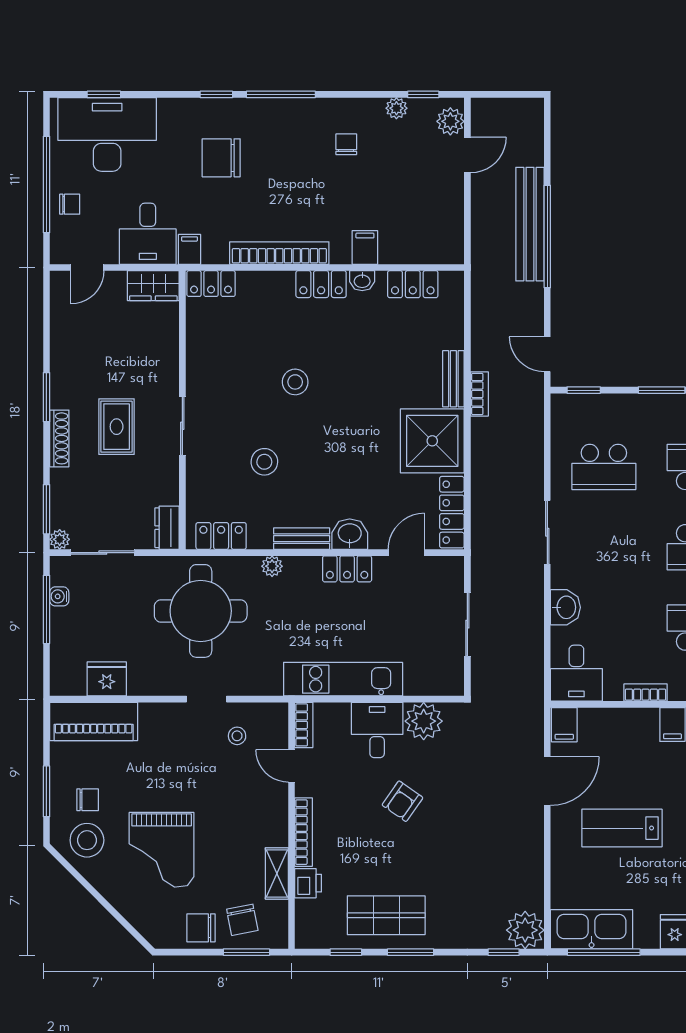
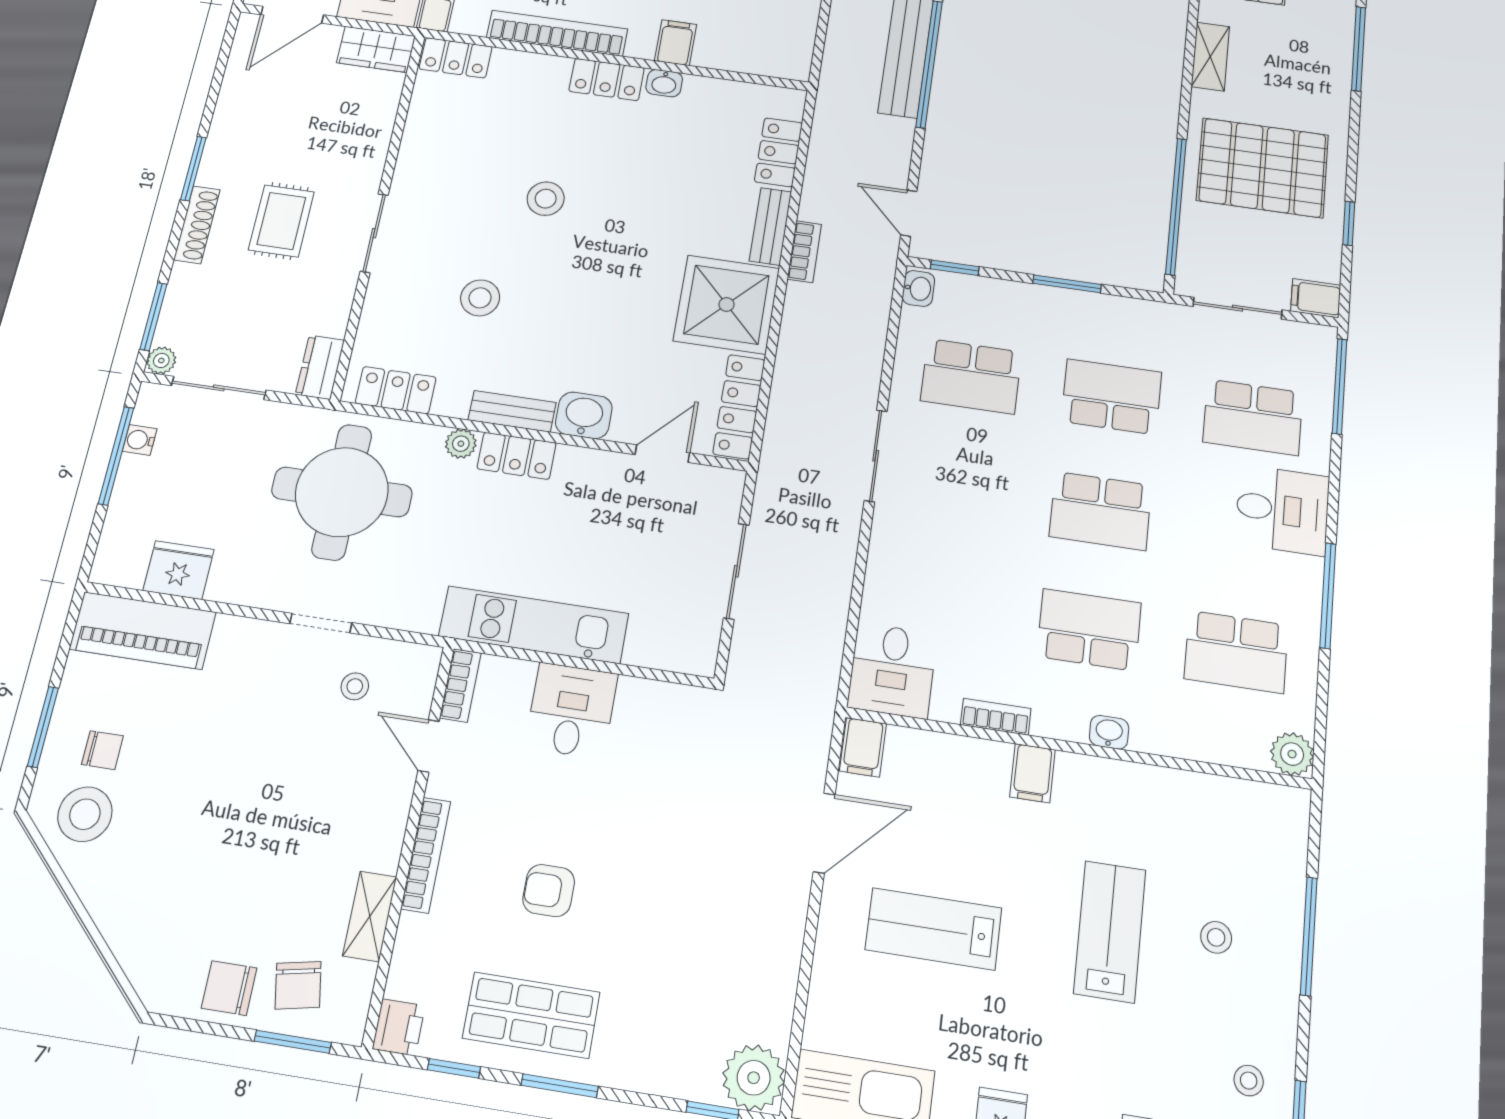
door: (87, 268) -> (292, 15), width x1.37
locker: (413, 284) -> (778, 152), moved, turned 90
locker: (347, 569) -> (517, 456), moved
washbasin: (565, 607) -> (918, 288), moved, width x0.72, depth x0.69
plant: (424, 721) -> (646, 708), removed
armchair: (402, 801) -> (549, 891), moved, turned 55
grand piano: (162, 850) -> (197, 848), removed
printer: (308, 883) -> (399, 1027), moved

